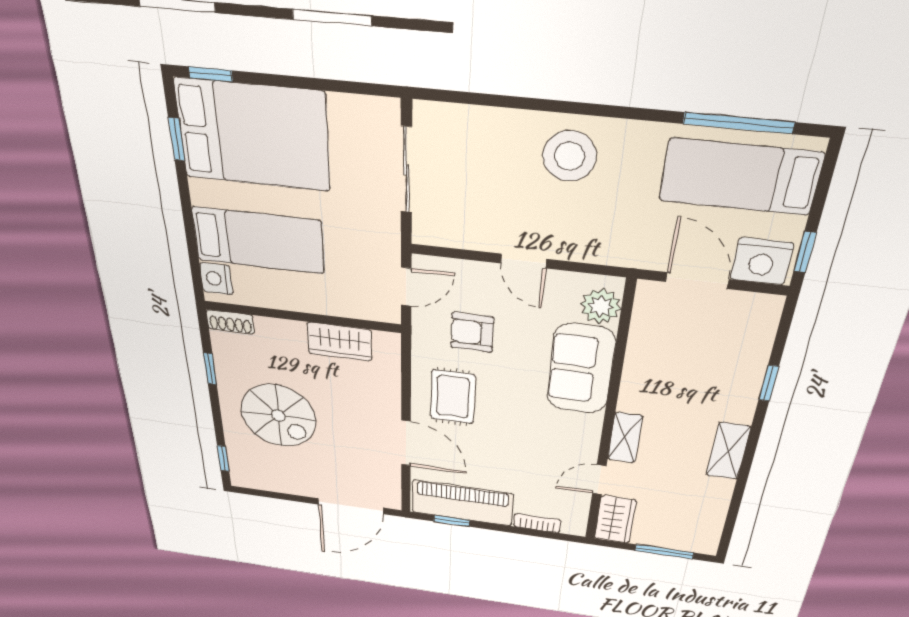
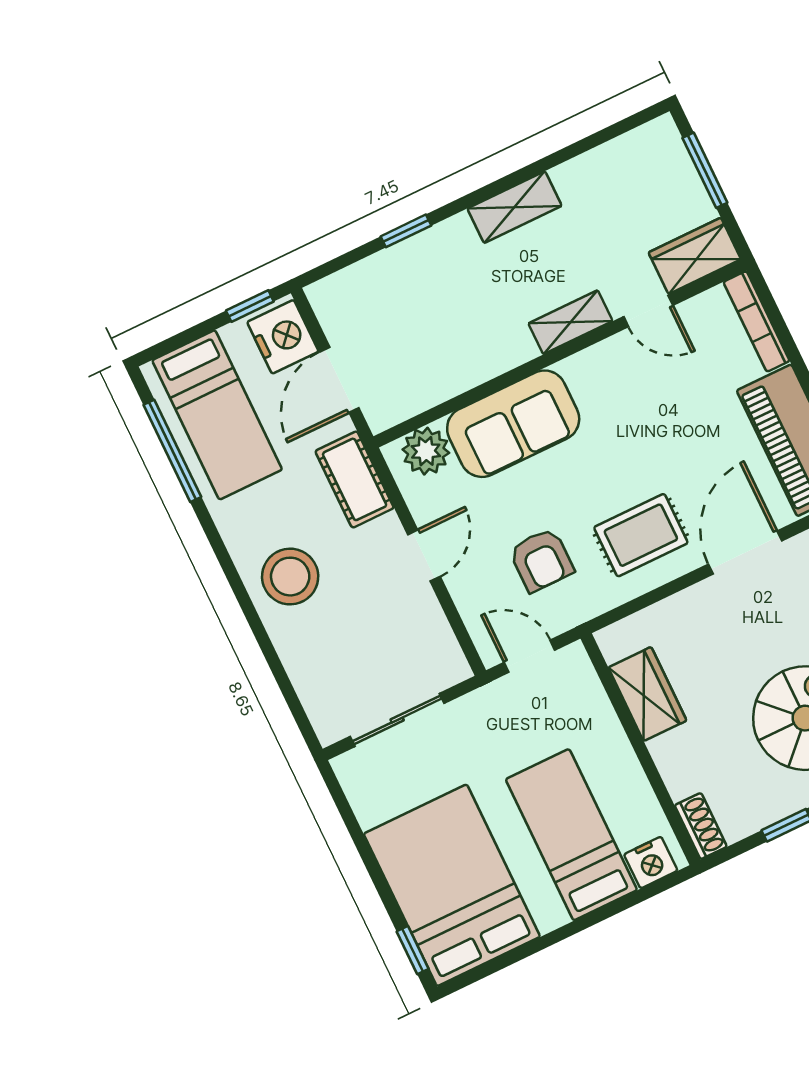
window: (177, 139) -> (504, 961), removed
cot: (614, 247) -> (355, 479), added
bookcase: (537, 523) -> (757, 321), width x1.56

